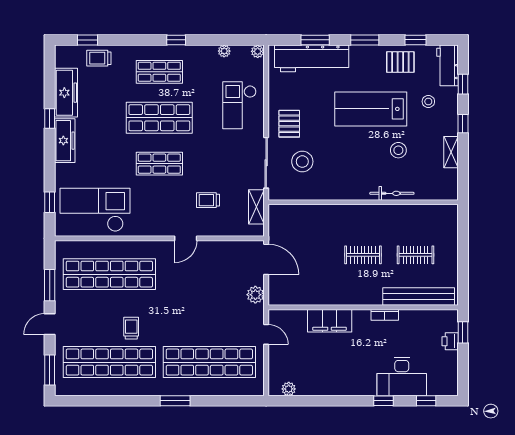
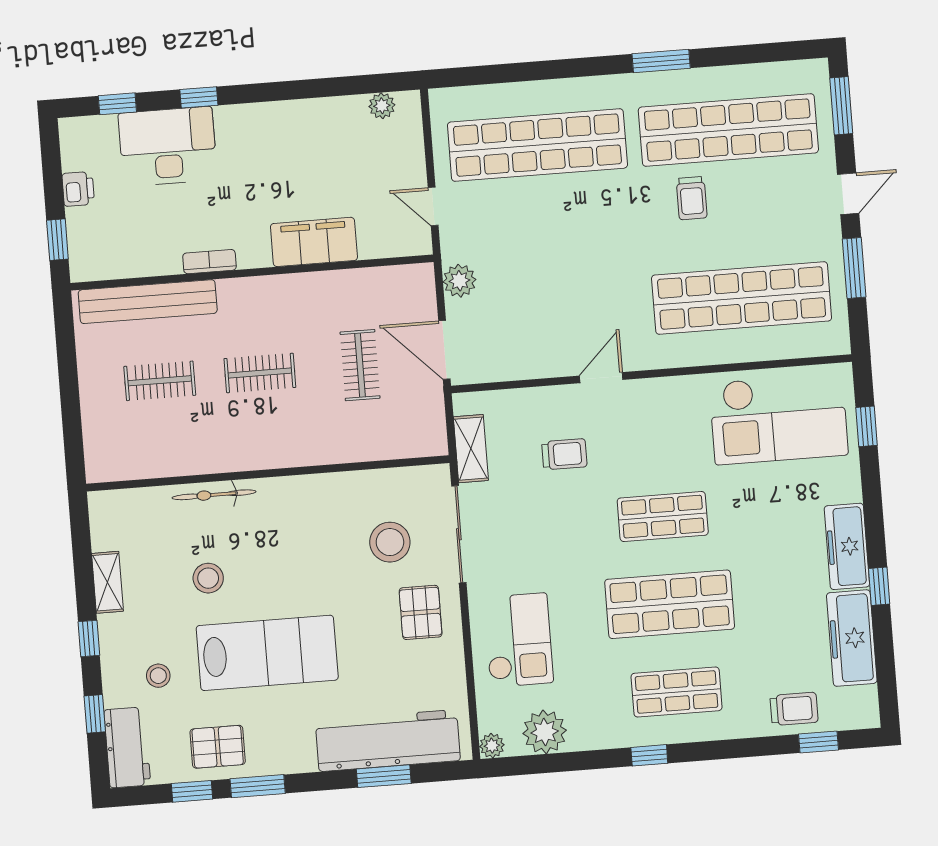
window: (365, 40) -> (258, 786), moved
plant: (224, 51) -> (545, 732), width x1.88, depth x1.88
clothes rail: (311, 255) -> (360, 365), added
printer: (450, 341) -> (78, 189), moved
window: (175, 401) -> (661, 61), moved

